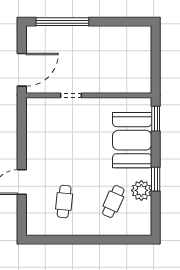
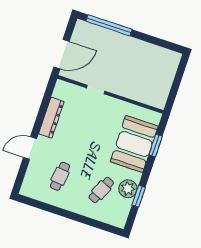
window: (156, 119) -> (156, 146), moved
dresser: (34, 142) -> (51, 118), added
window: (156, 179) -> (139, 196), moved

